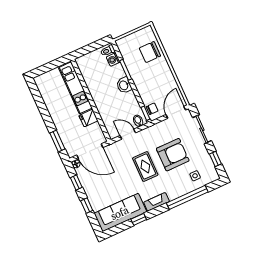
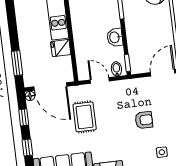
washbasin: (124, 85) -> (115, 37), moved
chair: (152, 109) -> (137, 60), removed
armchair: (173, 155) -> (144, 120), width x0.53, depth x0.53
rug: (145, 166) -> (85, 117), moved

